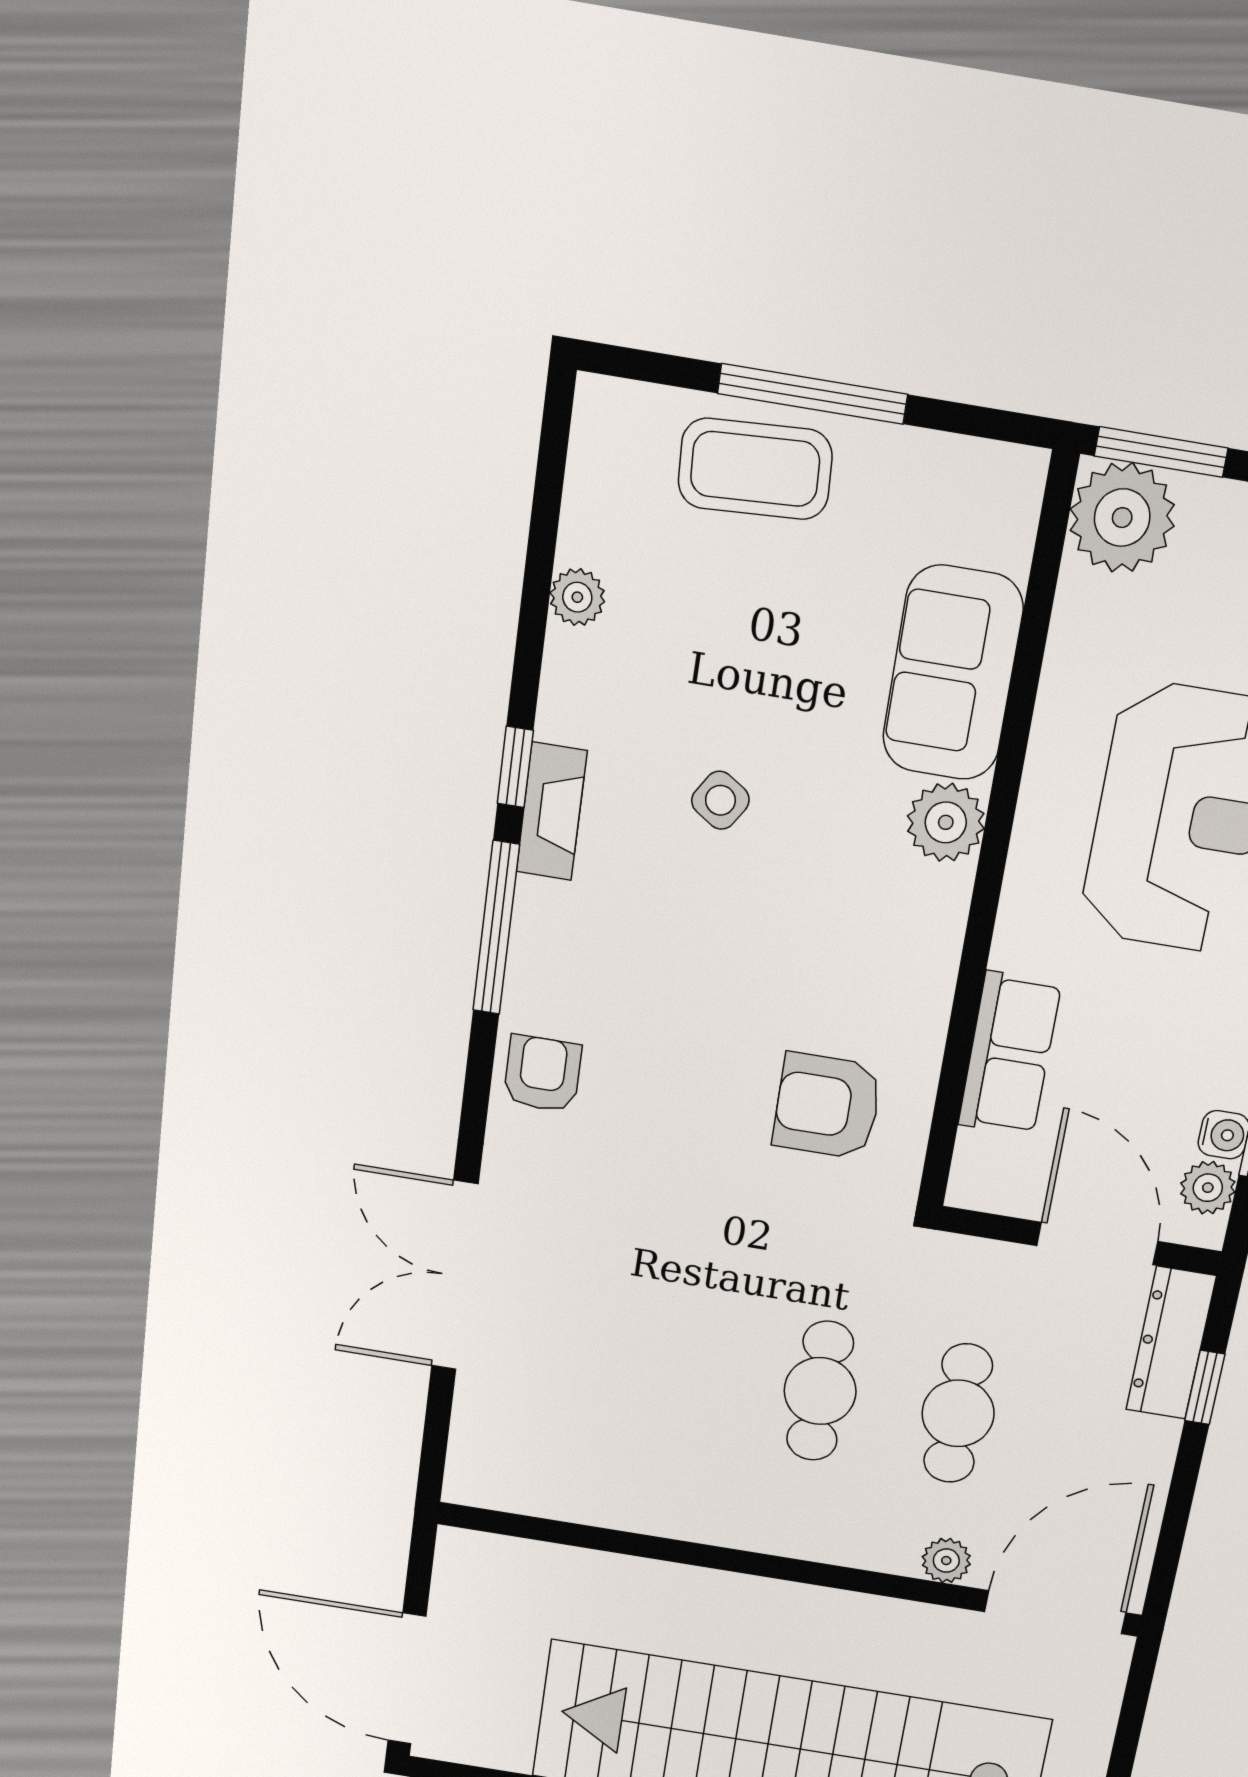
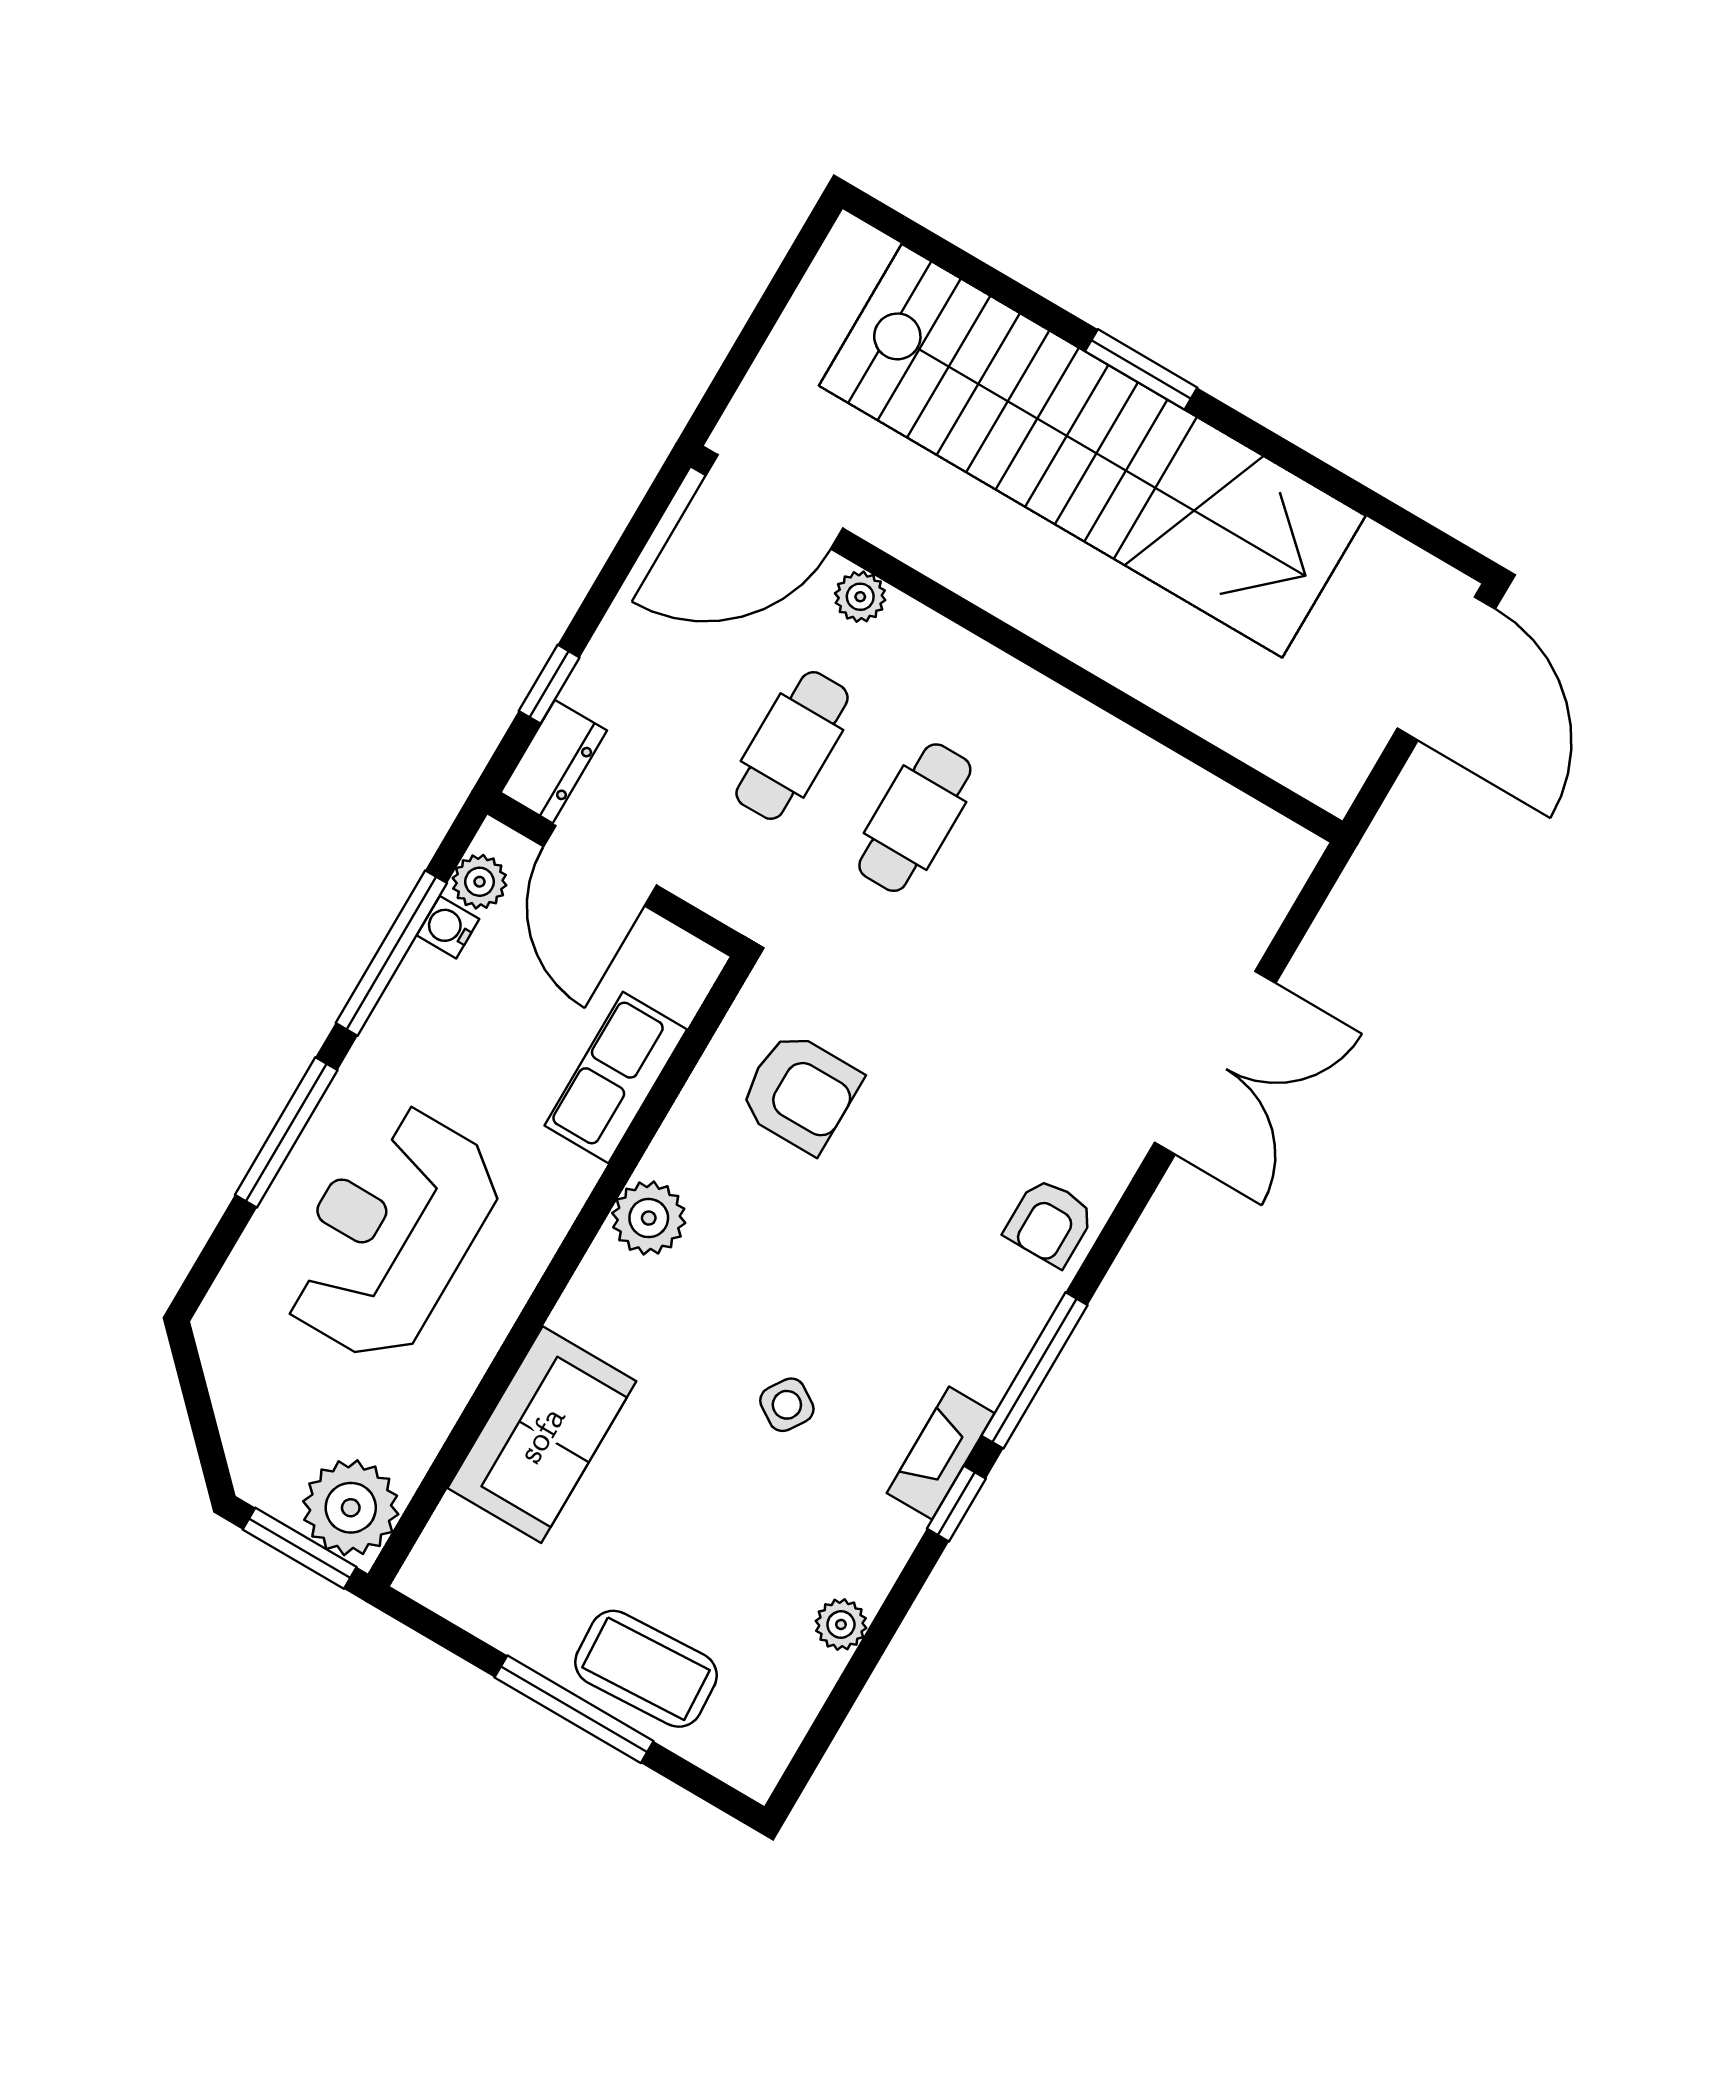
plant: (946, 822) -> (649, 1218), moved
dresser: (1171, 1343) -> (554, 762), width x0.70

